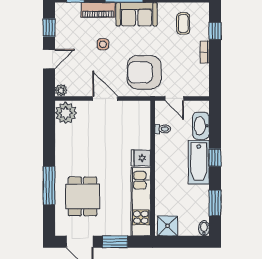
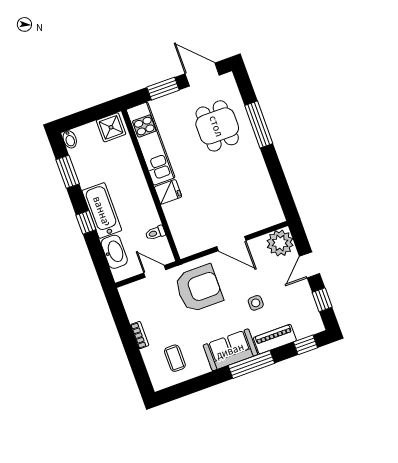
window: (215, 31) -> (137, 363), removed
plant: (61, 90) -> (280, 243), width x1.88, depth x1.88
plant: (66, 113) -> (269, 212), removed

